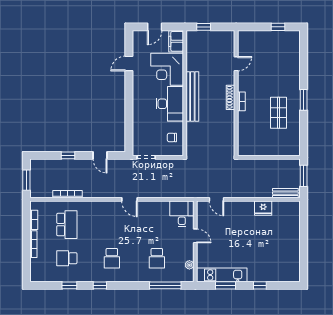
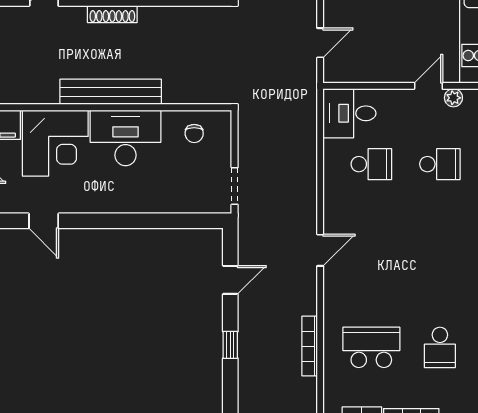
door: (129, 199) -> (320, 250), moved
door: (195, 236) -> (428, 86), moved
school desk: (112, 258) -> (371, 164), moved

